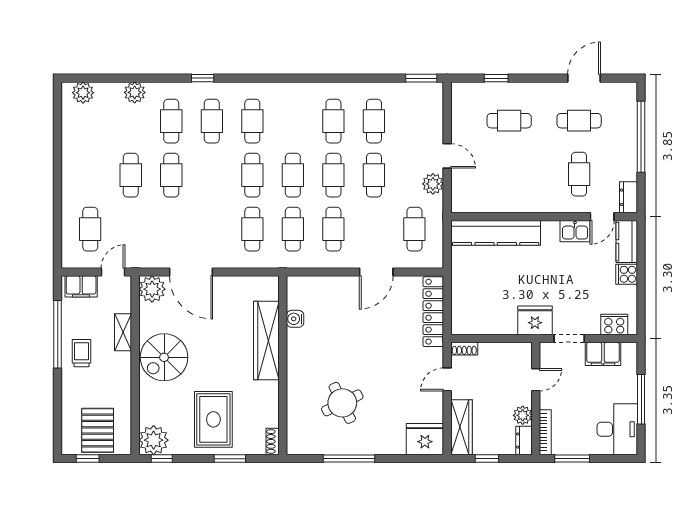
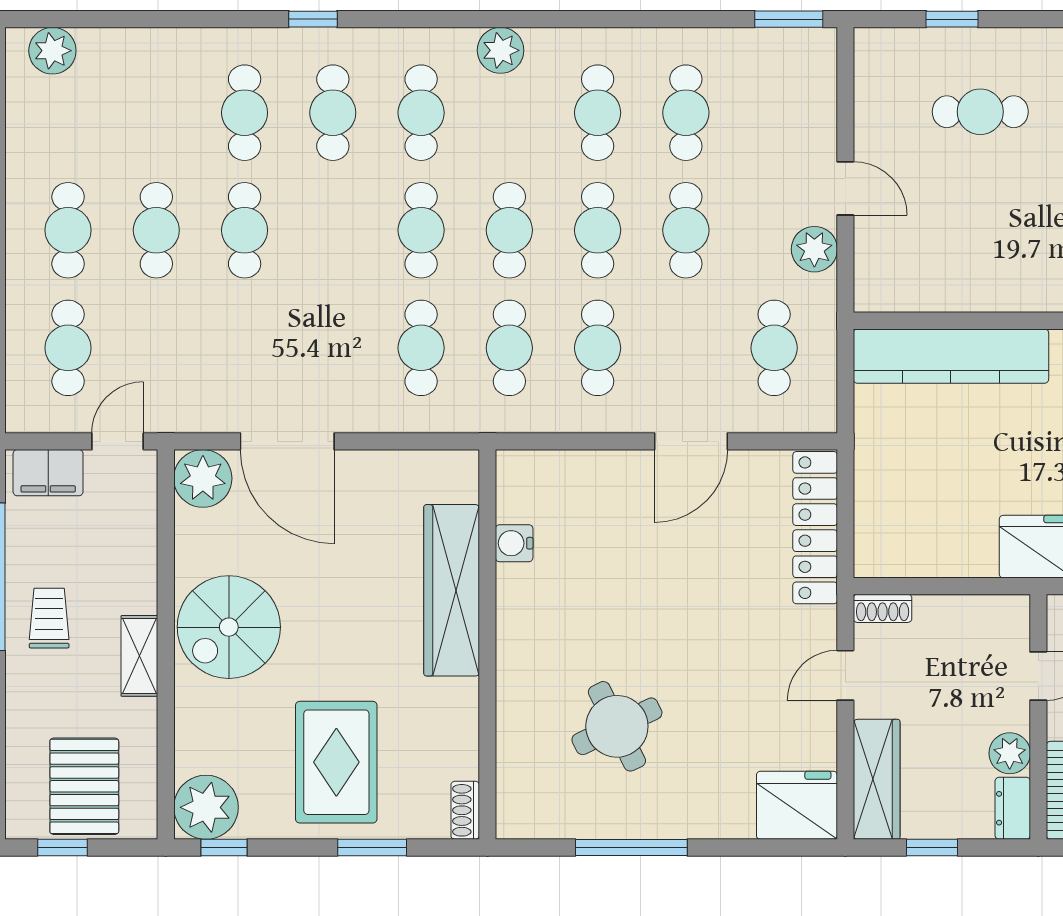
plant: (135, 92) -> (501, 50), moved
cafe table: (90, 175) -> (68, 230), added
shelving: (123, 332) -> (139, 656), moved

